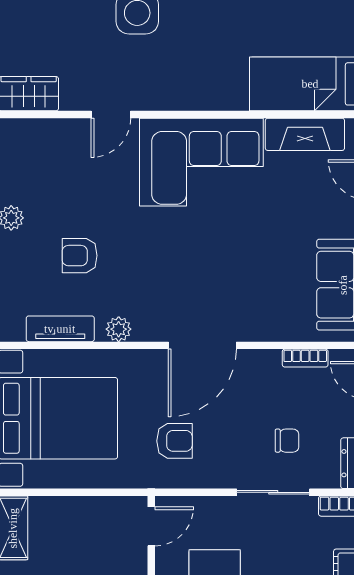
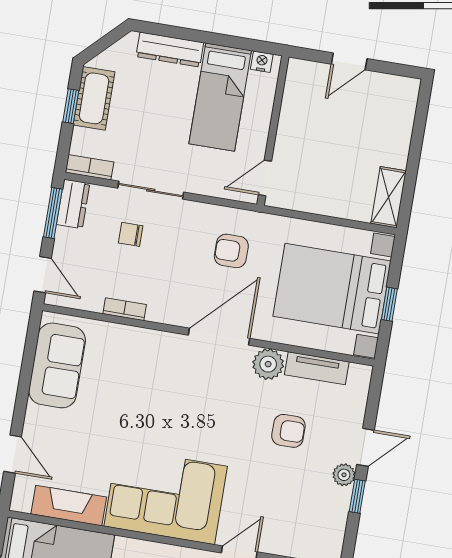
plant: (119, 329) -> (268, 364), width x1.38, depth x1.38
door: (202, 345) -> (219, 337), moved
bookcase: (305, 358) -> (125, 309), moved

